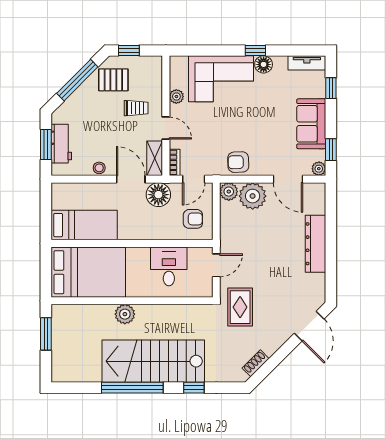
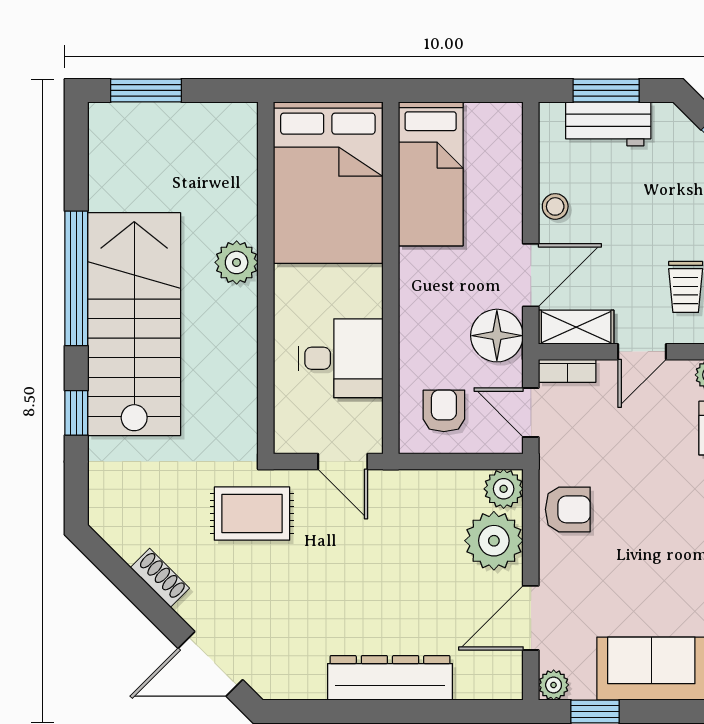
armchair: (238, 162) -> (568, 509), turned 92
armchair: (193, 219) -> (444, 411), turned 180
window: (46, 334) -> (146, 90), moved
shoe rack: (256, 363) -> (160, 578), moved

